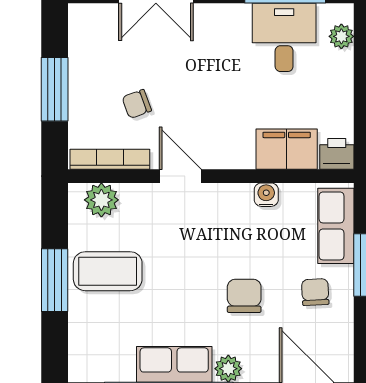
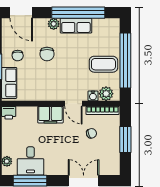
filing cabinet: (287, 149) -> (50, 115), moved
water cooler: (266, 195) -> (93, 96), moved
window: (55, 280) -> (125, 61), width x2.11

